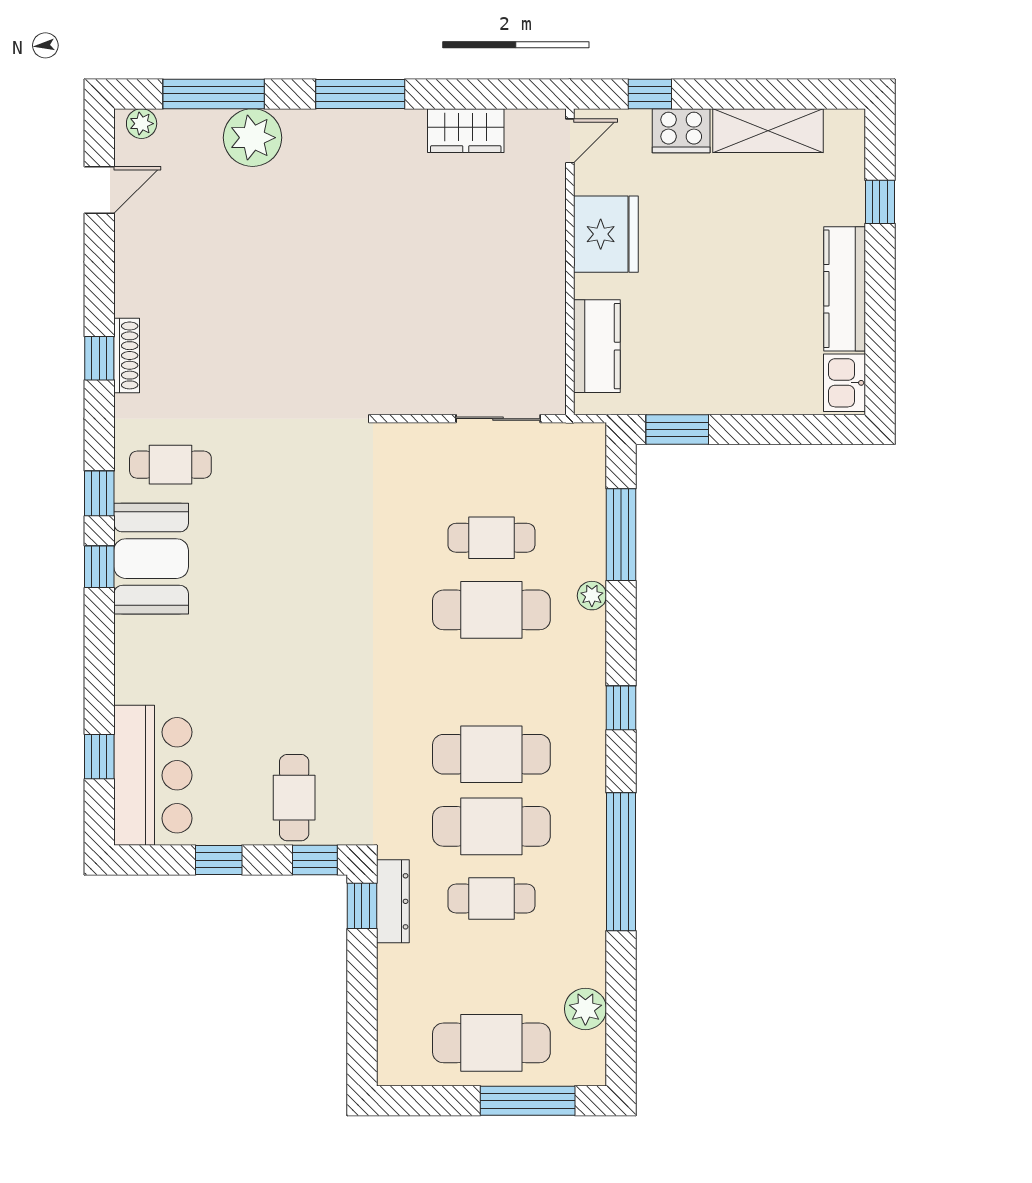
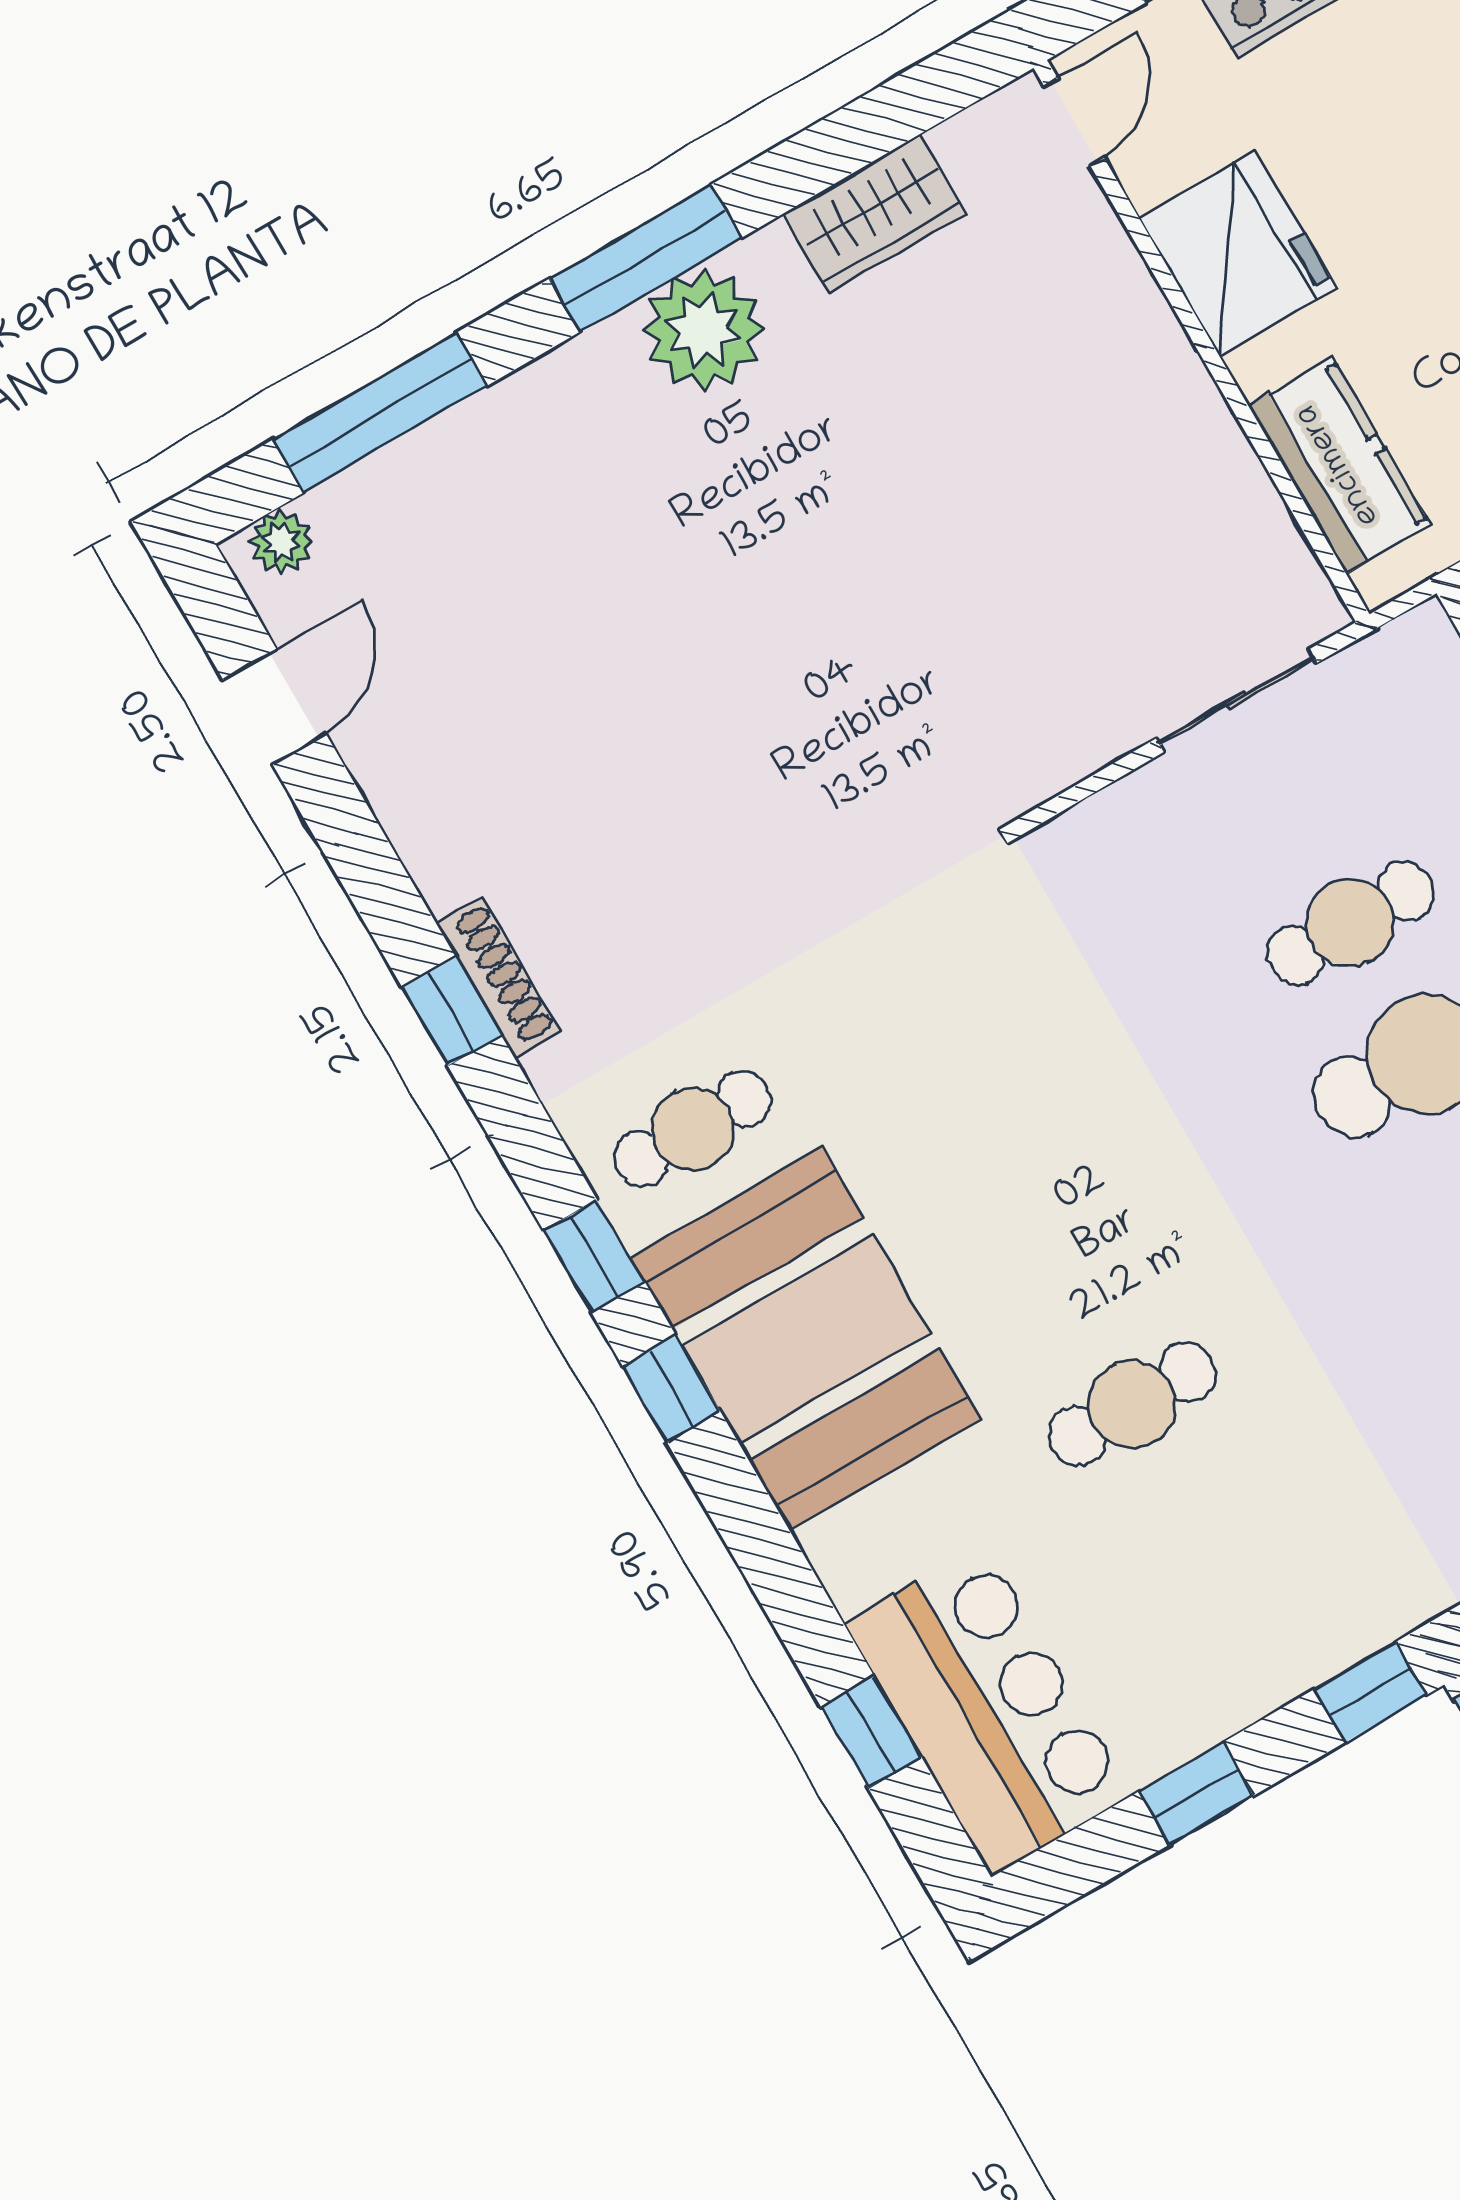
plant: (253, 138) -> (704, 330), moved
booth: (151, 559) -> (806, 1339), width x1.36, depth x1.42
cafe table: (294, 798) -> (1132, 1404), moved, turned 90

